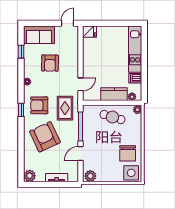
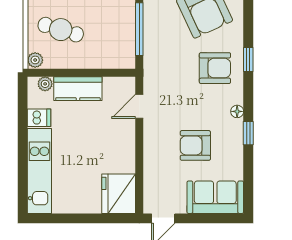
fridge: (89, 32) -> (119, 194), width x1.88, depth x1.34
window: (21, 52) -> (248, 133), moved
armchair: (50, 63) -> (195, 145), turned -91
rug: (65, 108) -> (168, 63), removed
cafe table: (112, 117) -> (61, 30), moved

